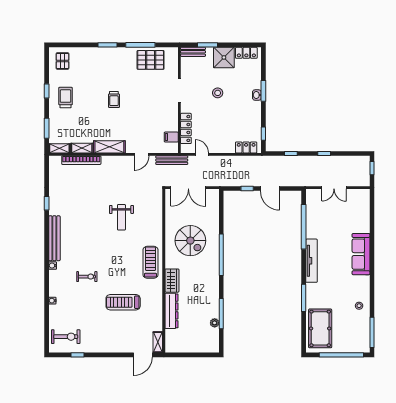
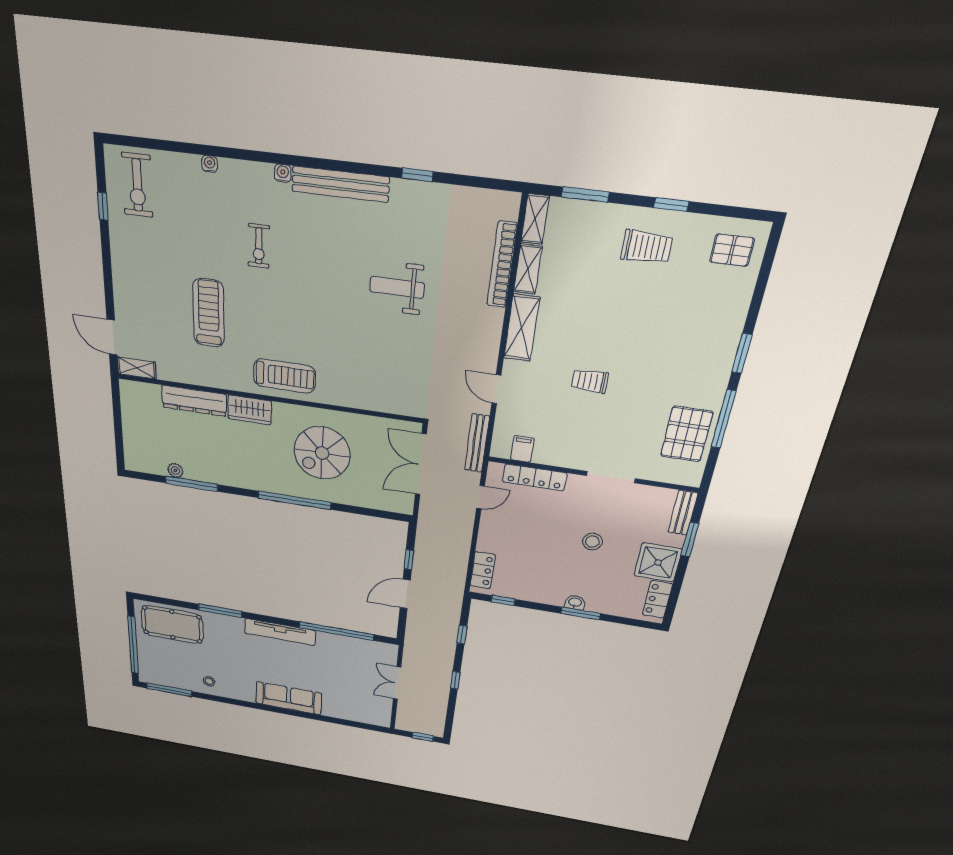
trolley: (114, 100) -> (590, 381), moved
weight bench: (121, 217) -> (397, 287), moved

